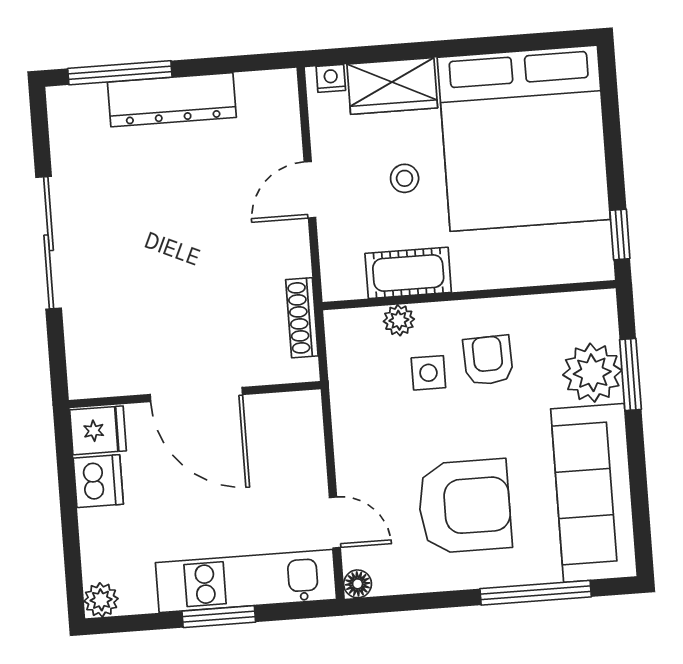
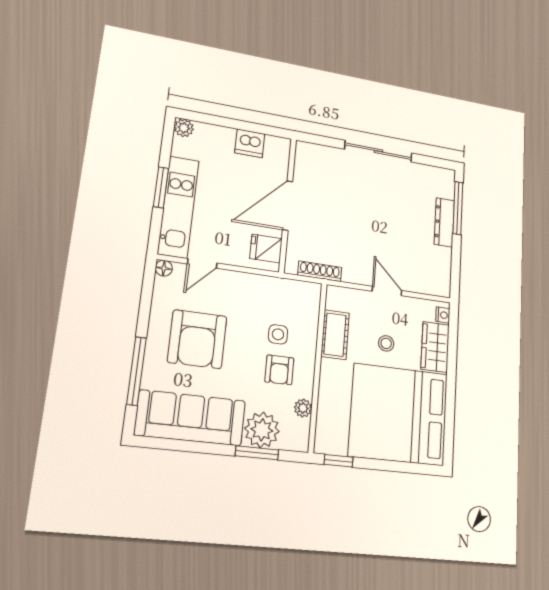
dresser: (172, 100) -> (444, 222), width x0.73, depth x0.80
plant: (399, 320) -> (303, 408), moved
armchair: (488, 360) -> (279, 370), turned 92
fridge: (98, 430) -> (266, 248), moved, turned 90

